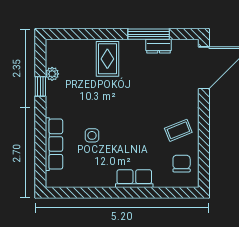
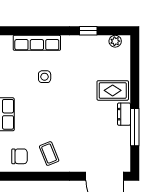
dresser: (159, 46) -> (124, 114), moved
plant: (52, 74) -> (115, 41), moved

